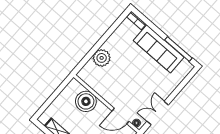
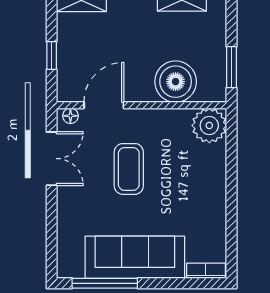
plant: (102, 58) -> (209, 125), moved
coffee table: (132, 84) -> (129, 169), added
window: (60, 89) -> (232, 67), added

